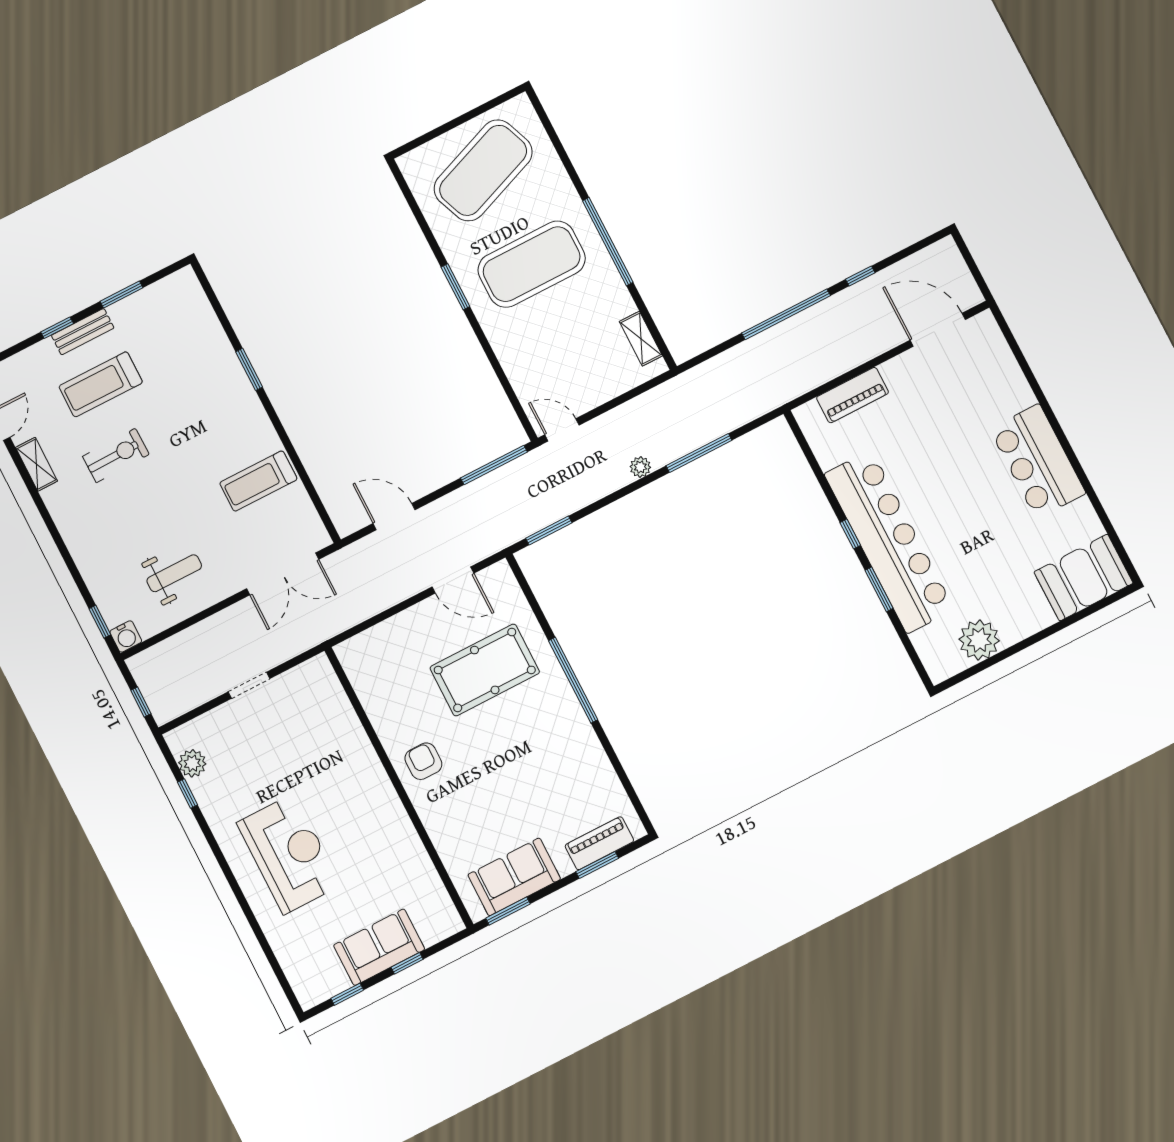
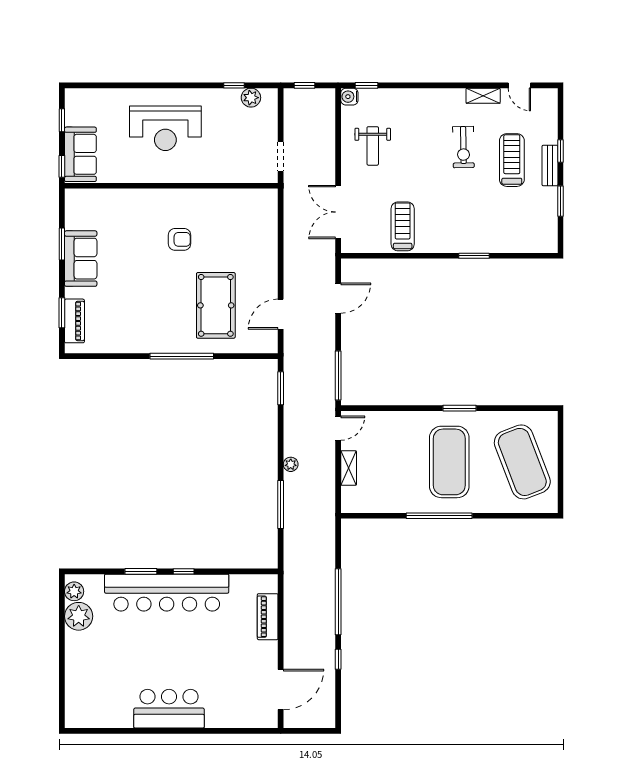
shelving: (641, 339) -> (349, 468), moved, turned 90
booth: (1084, 578) -> (84, 700), removed
plant: (950, 663) -> (74, 591), added
wall: (399, 787) -> (171, 186), moved

